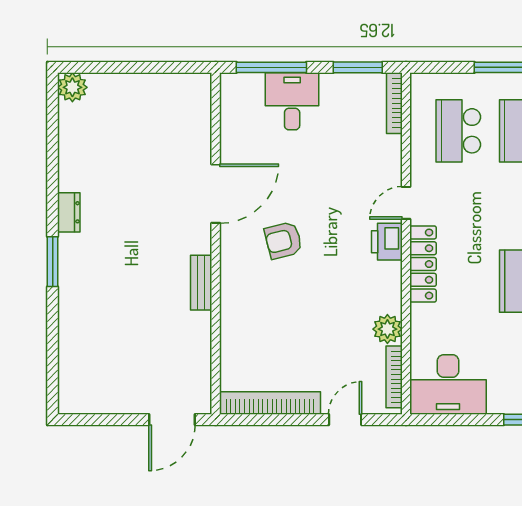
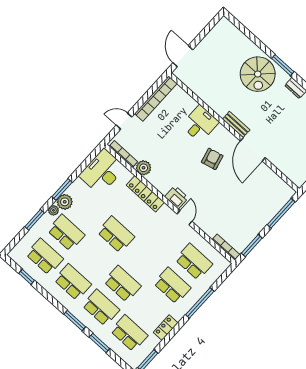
desk: (292, 101) -> (200, 124), moved, turned -90
locker: (423, 264) -> (145, 194), moved
bench: (201, 283) -> (236, 124), moved
spiral stairs: (99, 286) -> (258, 74), added
door: (345, 420) -> (124, 121), swing flipped

